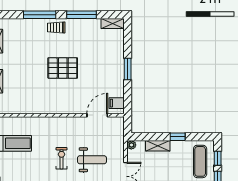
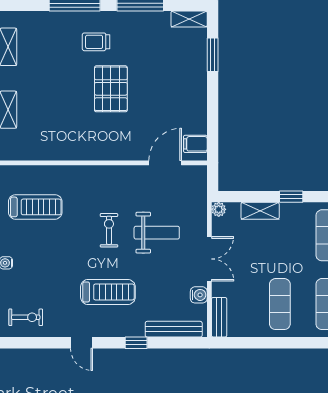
trolley: (56, 27) -> (96, 42), moved
pallet: (63, 68) -> (111, 89), turned 90
window: (128, 69) -> (213, 55), moved

